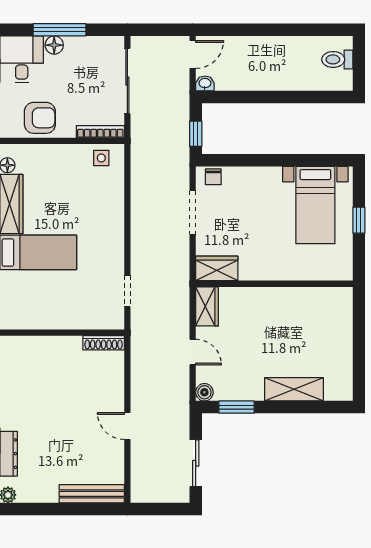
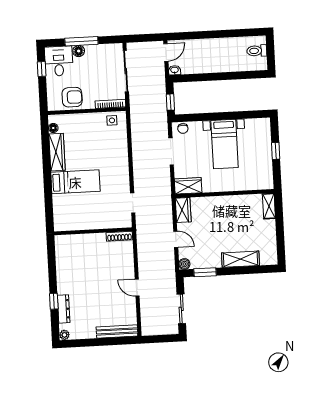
bed with nightstands: (315, 205) -> (225, 144), moved
shelving: (344, 307) -> (269, 206), added

